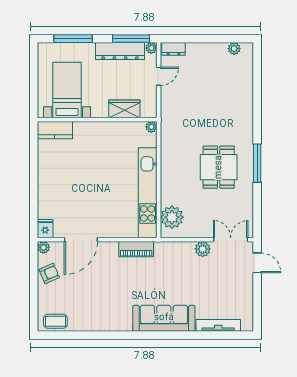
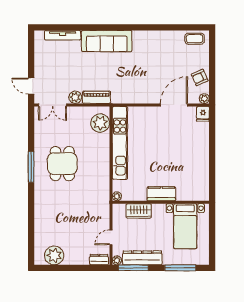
plant: (234, 49) -> (54, 255), width x1.88, depth x1.88
kitchen counter: (55, 130) -> (161, 194), moved
piano: (136, 249) -> (96, 97), moved

